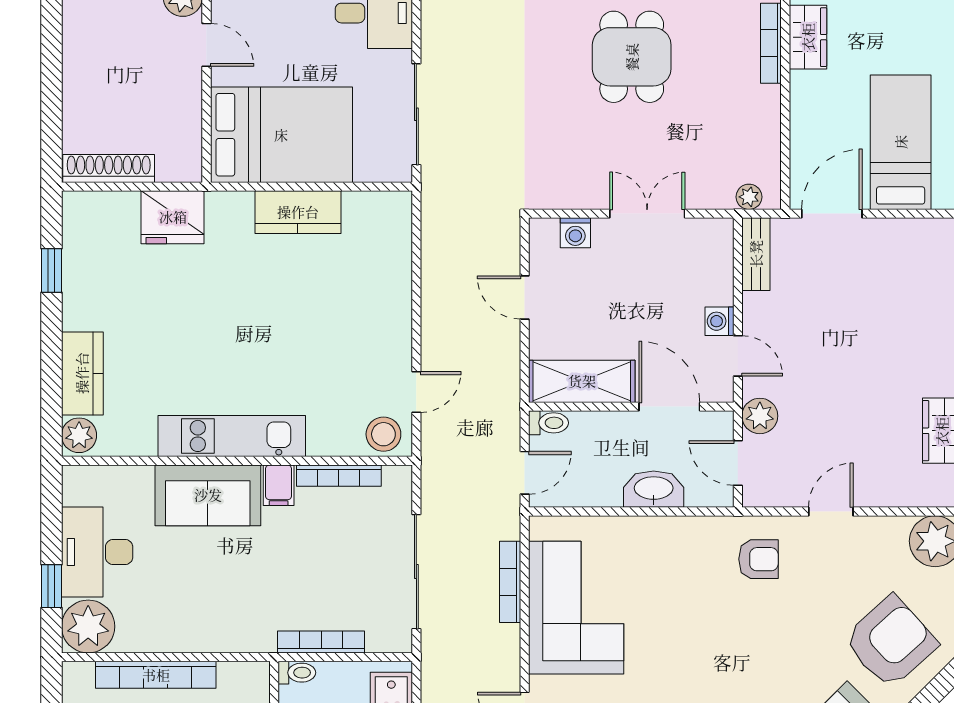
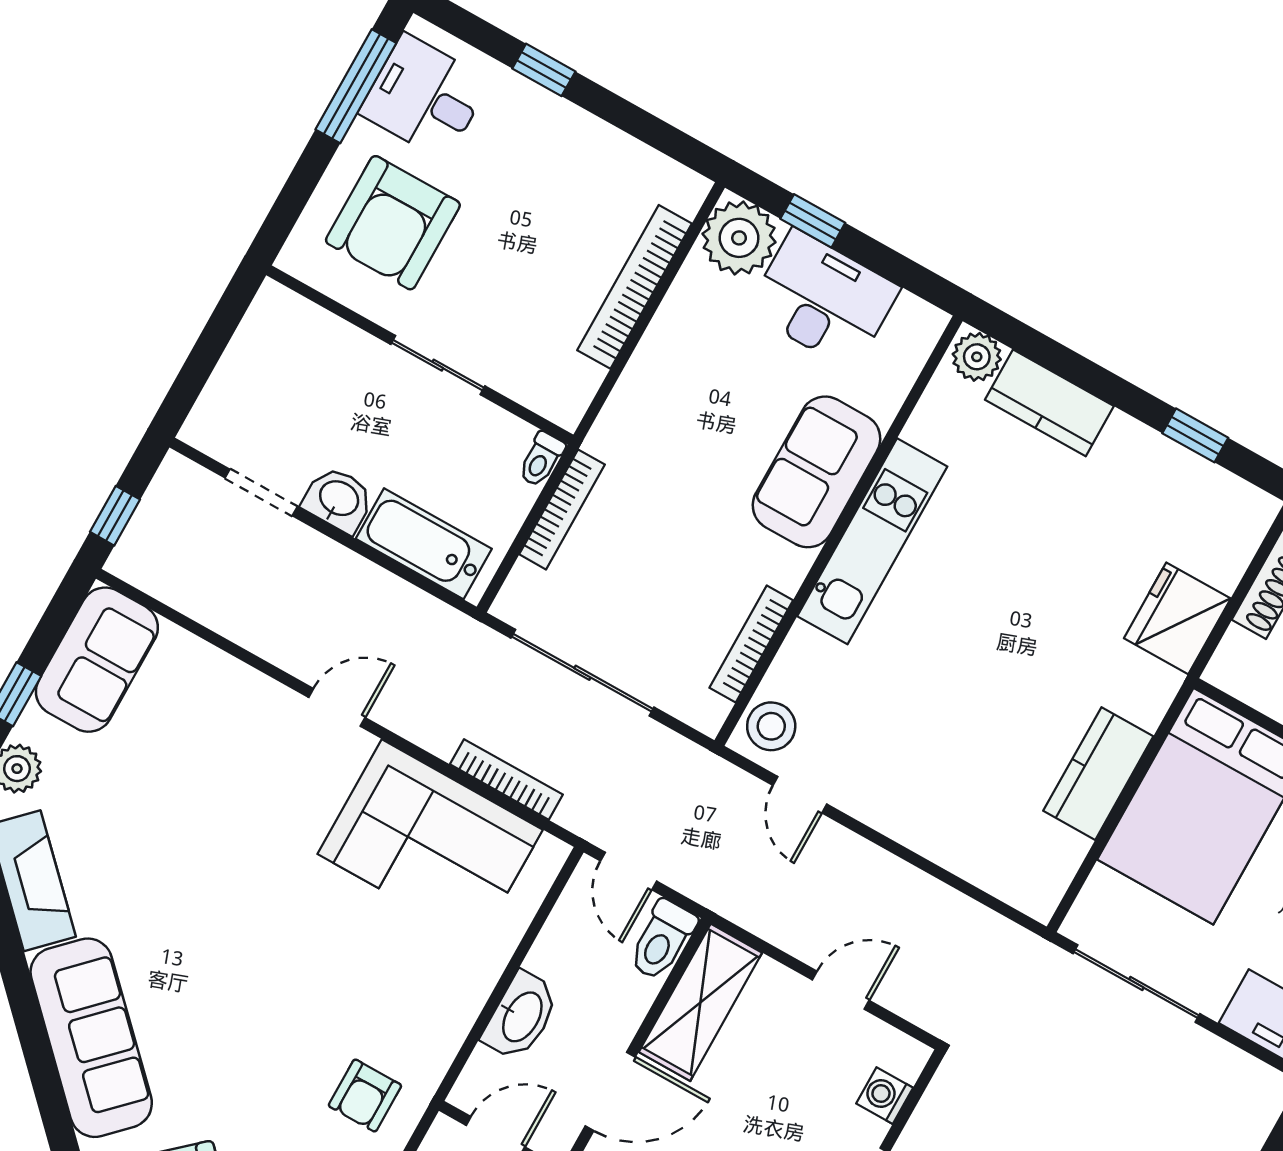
toilet: (548, 423) -> (662, 940), width x1.37, depth x1.39
filing cabinet: (279, 485) -> (781, 565), removed

